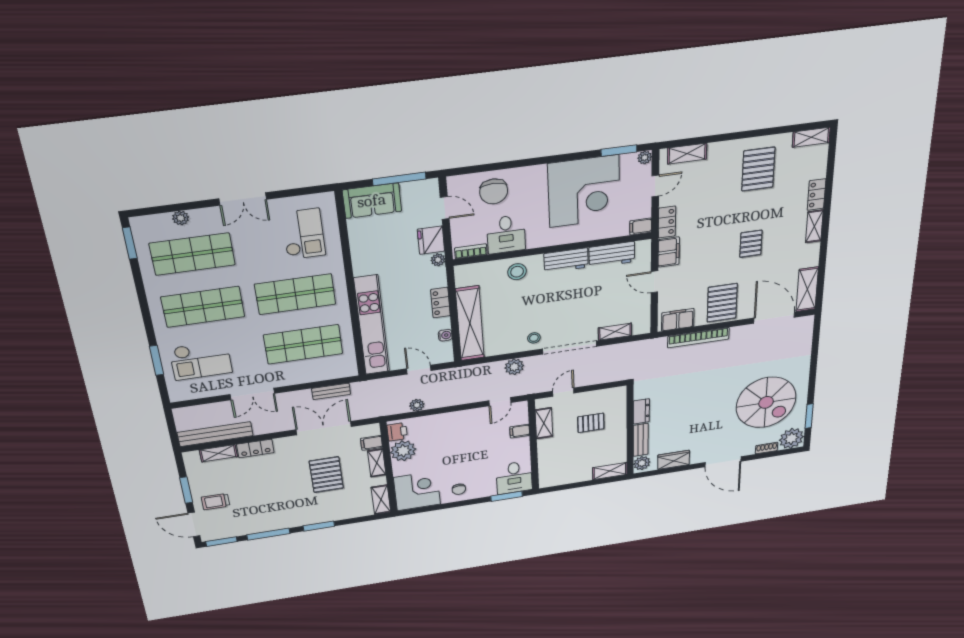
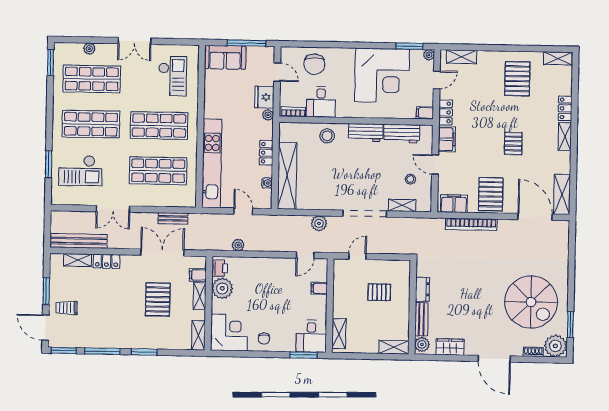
stool: (534, 338) -> (410, 179), moved
shelving: (544, 423) -> (339, 334), moved

